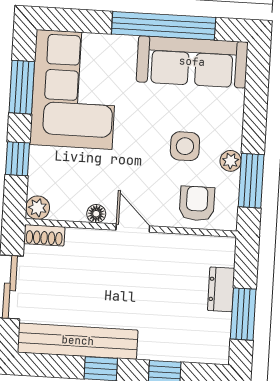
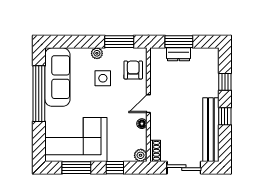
plant: (231, 161) -> (97, 53), moved
armchair: (197, 203) -> (133, 70), turned 90
window: (243, 314) -> (179, 42), moved

